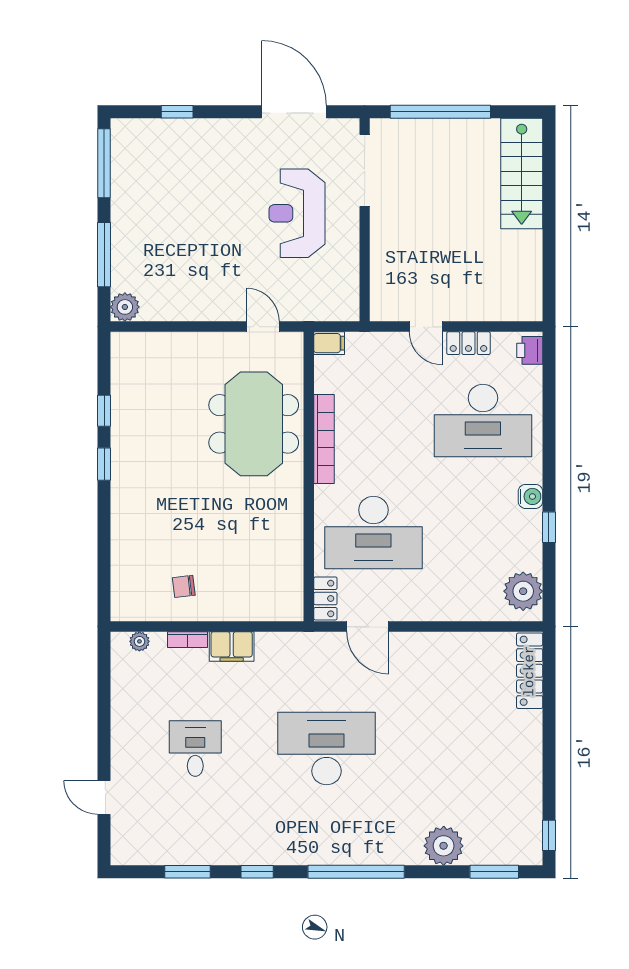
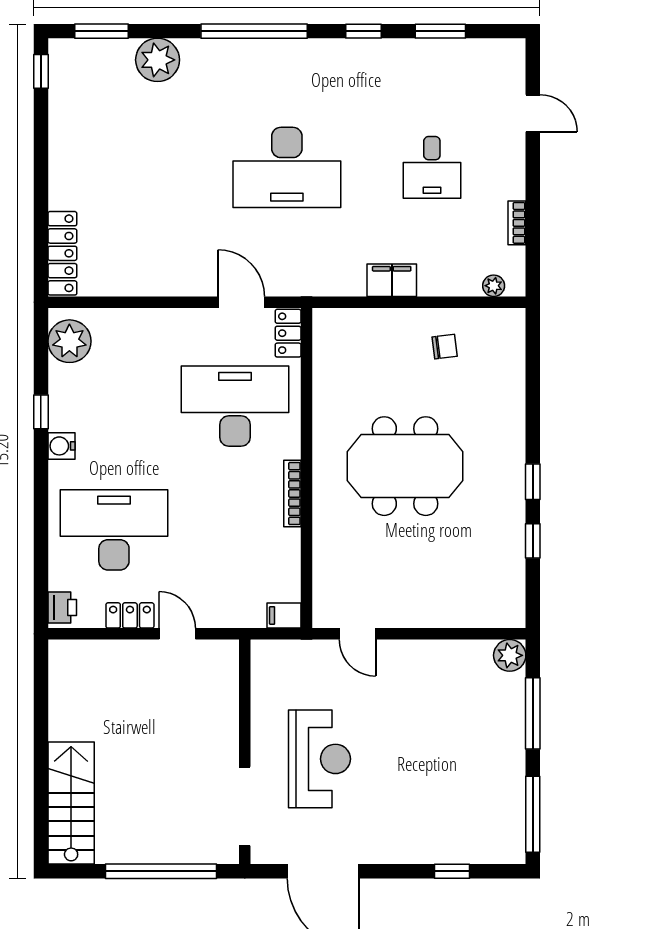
meeting table: (254, 424) -> (405, 466), moved, turned 90
bookcase: (324, 439) -> (292, 494), width x0.68, depth x0.76
bookcase: (187, 640) -> (517, 223), moved, turned -90

